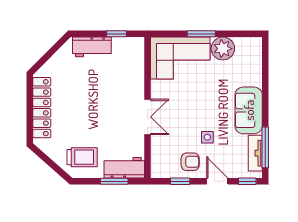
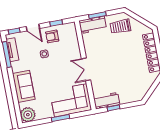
workbench: (92, 47) -> (107, 101), moved
plant: (223, 49) -> (28, 115), moved
sofa: (249, 110) -> (24, 86), moved
double door: (148, 117) -> (86, 69), moved

